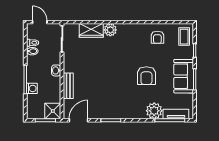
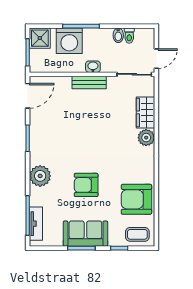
door: (40, 22) -> (156, 59), moved
armchair: (157, 37) -> (136, 199), width x1.88, depth x1.88
bench: (68, 86) -> (89, 82), moved
washing machine: (32, 88) -> (69, 41), width x1.89, depth x1.89
shower: (53, 111) -> (40, 38), moved
plant: (154, 111) -> (40, 176), moved
door: (78, 120) -> (28, 96), hinge flipped

